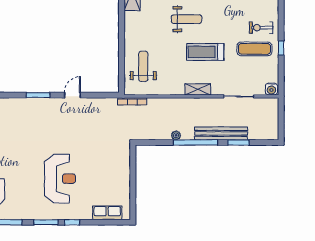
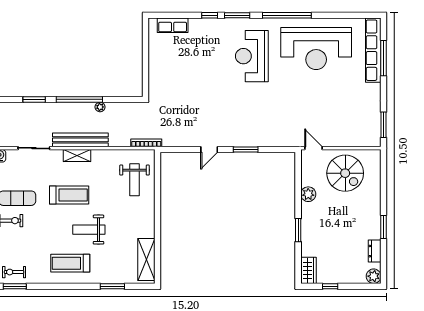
bench: (221, 133) -> (80, 140), moved
reception desk: (60, 179) -> (252, 56), moved

